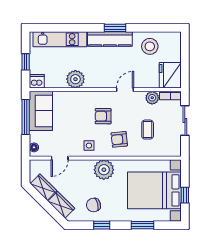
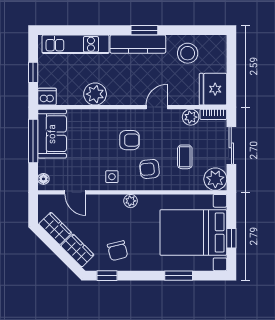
armchair: (103, 116) -> (129, 140), turned 180
plant: (172, 148) -> (215, 179), added
door: (60, 158) -> (75, 192), hinge flipped
plant: (104, 170) -> (131, 201), width x0.53, depth x0.53
chair: (94, 205) -> (118, 251), turned -90
window: (102, 225) -> (107, 276), moved

